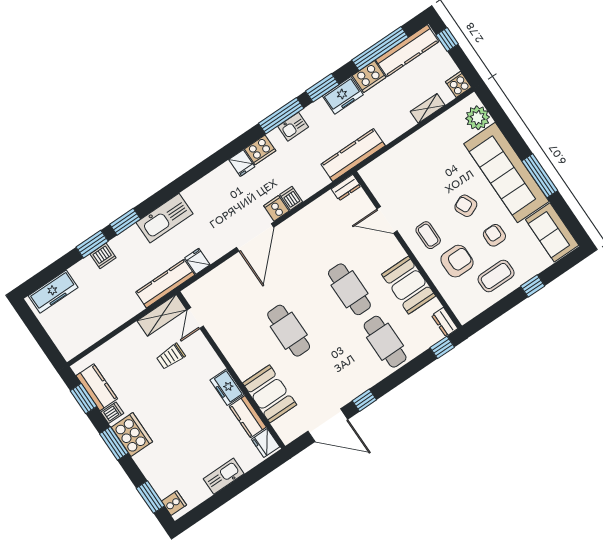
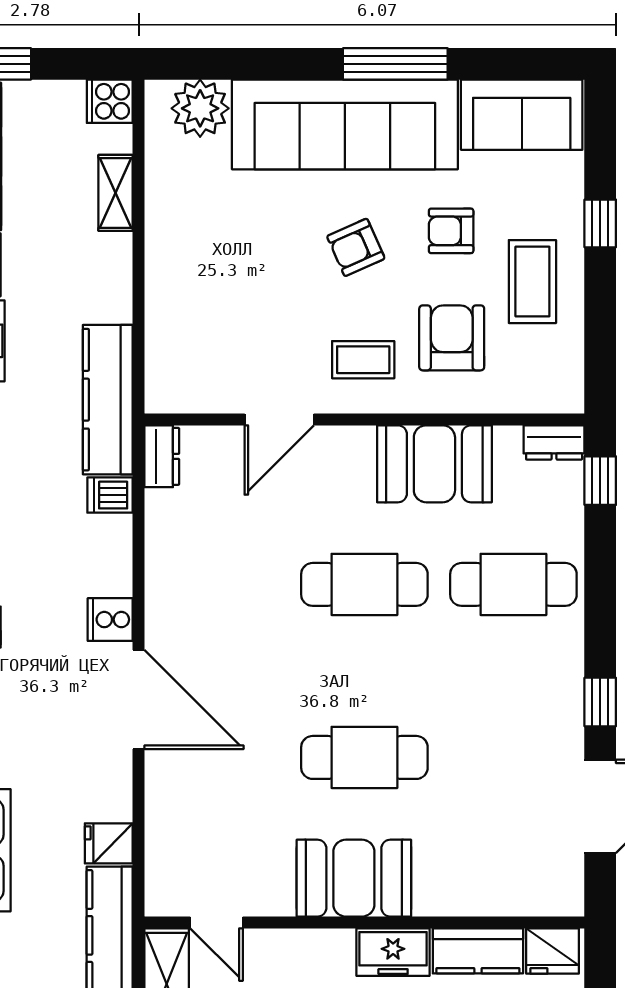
dishwasher: (291, 198) -> (110, 495), moved
booth: (270, 394) -> (354, 878), moved

